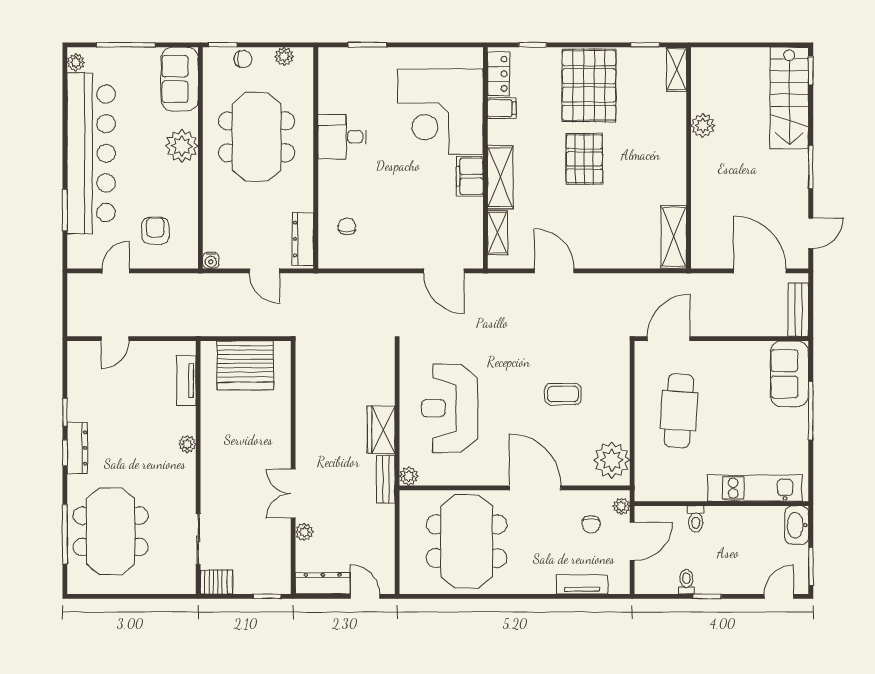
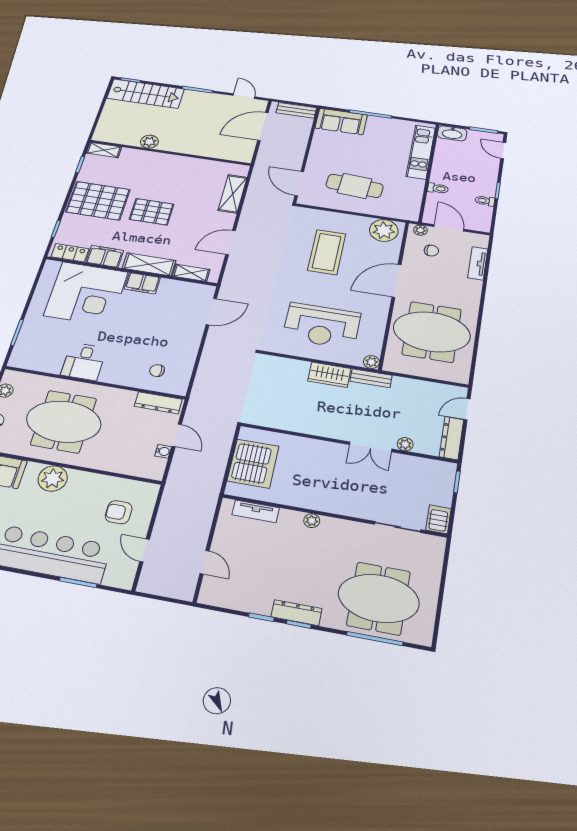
filing cabinet: (502, 108) -> (105, 256), width x2.00
shelving: (674, 237) -> (233, 194), moved, turned 90
water cooler: (211, 261) -> (163, 451), moved
door: (264, 271) -> (177, 435), hinge flipped
coffee table: (563, 394) -> (327, 252), width x1.86, depth x1.72

